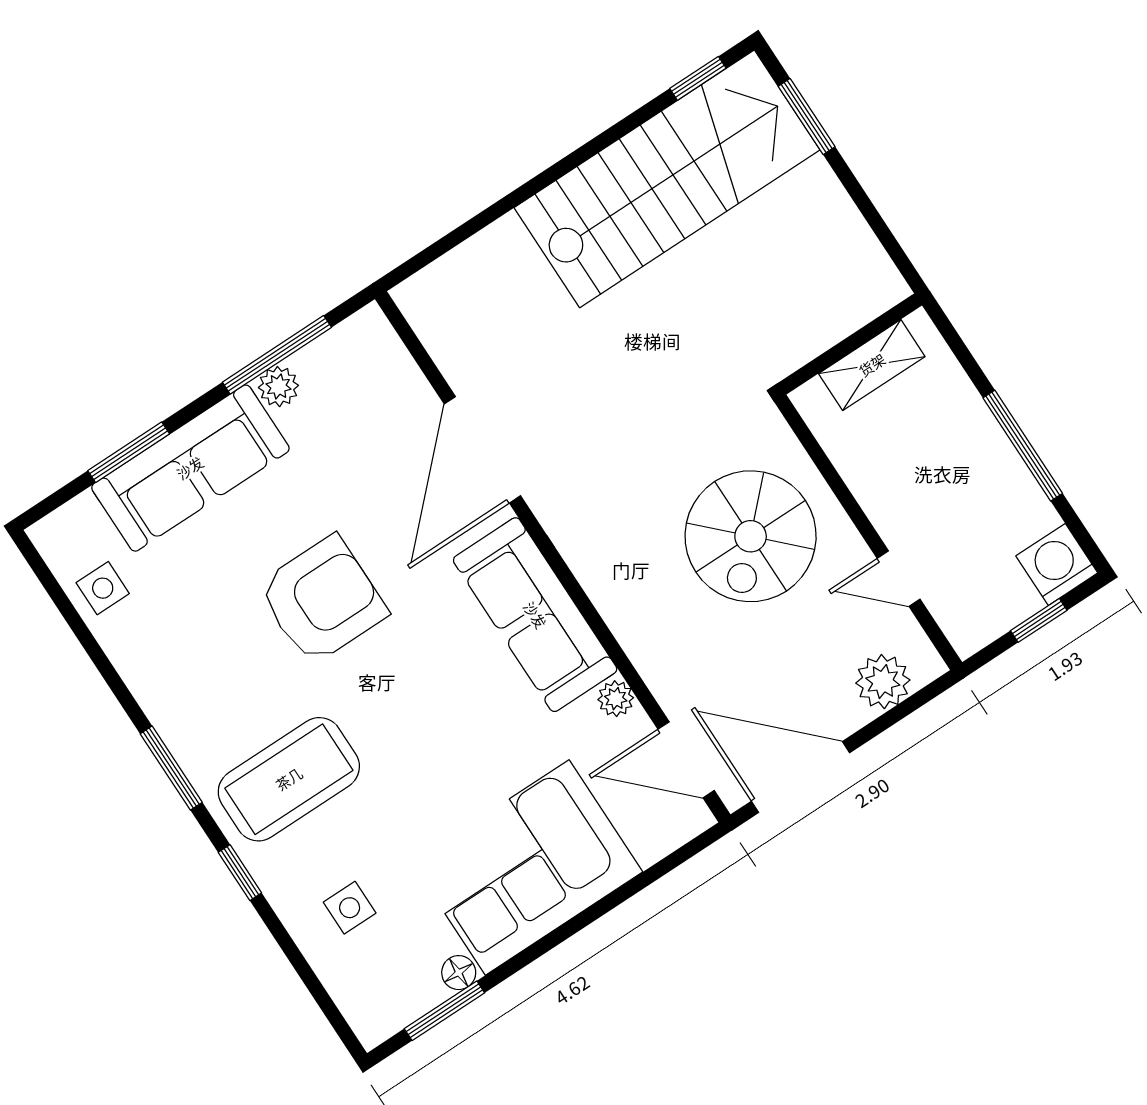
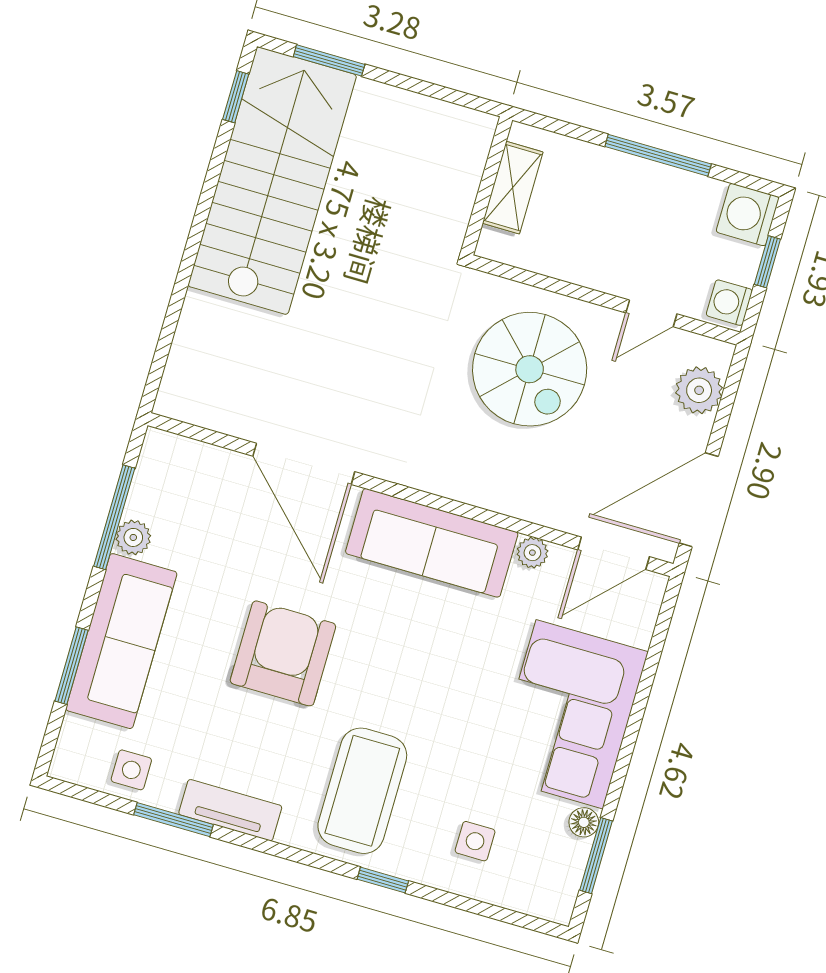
washing machine: (975, 628) -> (729, 303), added
tv unit: (159, 697) -> (230, 810), added
window: (171, 768) -> (174, 820), moved

